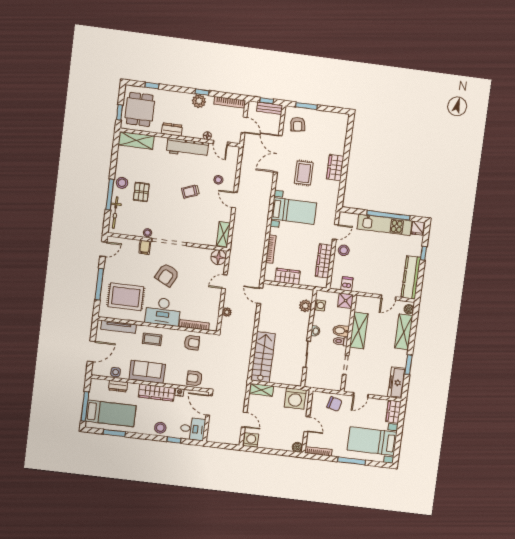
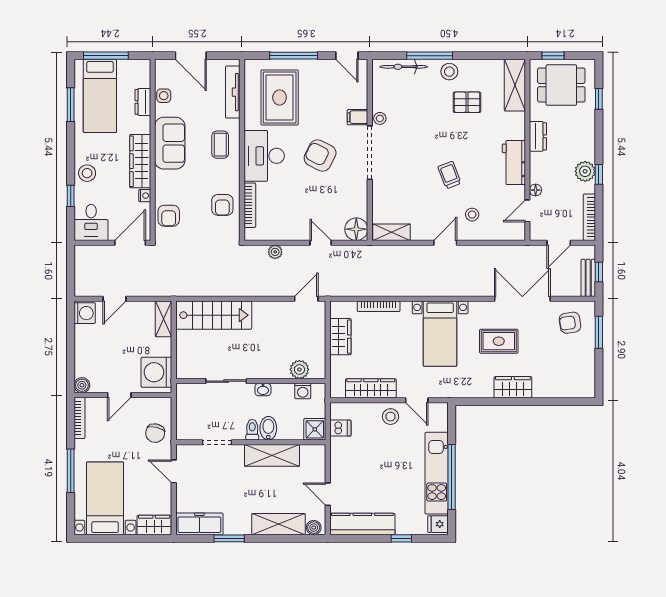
workbench: (187, 148) -> (514, 163), width x0.73
pallet: (141, 192) -> (467, 102), moved
armchair: (195, 378) -> (169, 216), turned 180

